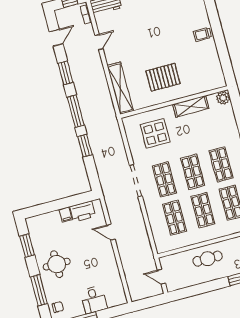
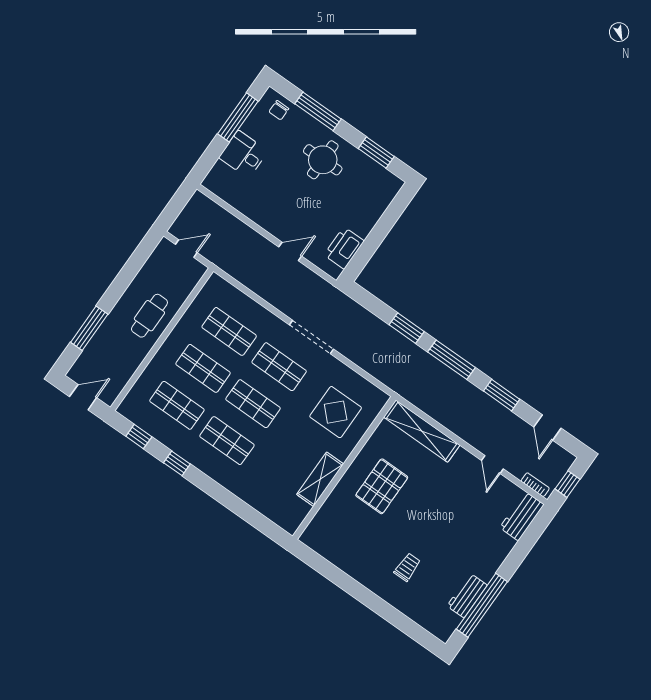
trolley: (202, 34) -> (407, 567), moved
plant: (223, 98) -> (290, 521), removed
filing cabinet: (66, 214) -> (361, 227), removed

